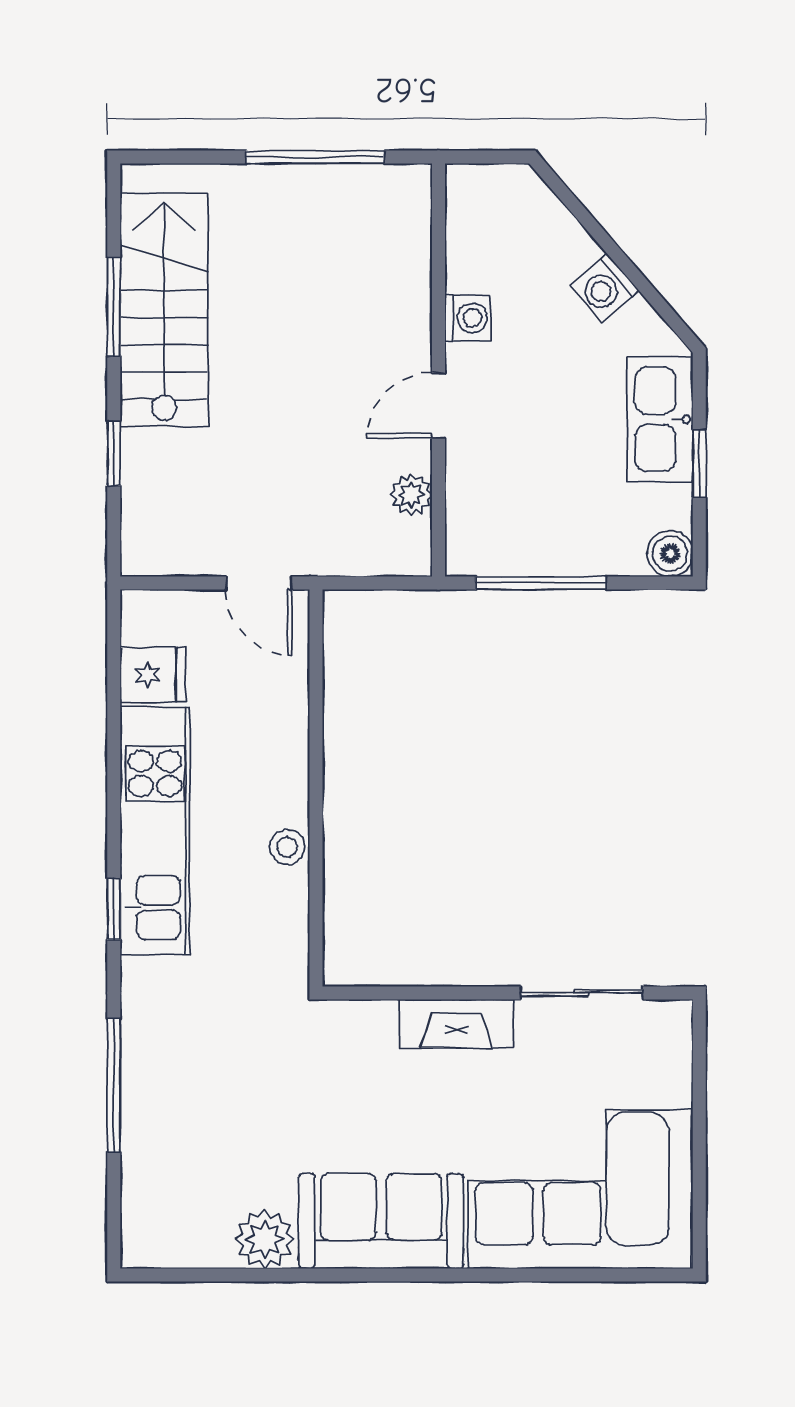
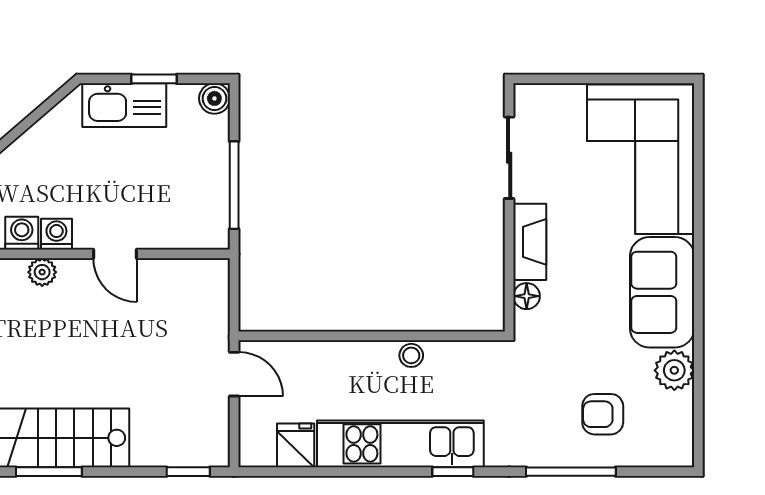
washing machine: (605, 288) -> (22, 233), moved, turned -139
window: (114, 453) -> (188, 472), moved
plant: (411, 495) -> (42, 272), moved
door: (259, 583) -> (234, 374), hinge flipped
floor lamp: (375, 1019) -> (527, 296), added
armchair: (199, 1132) -> (603, 414), added

